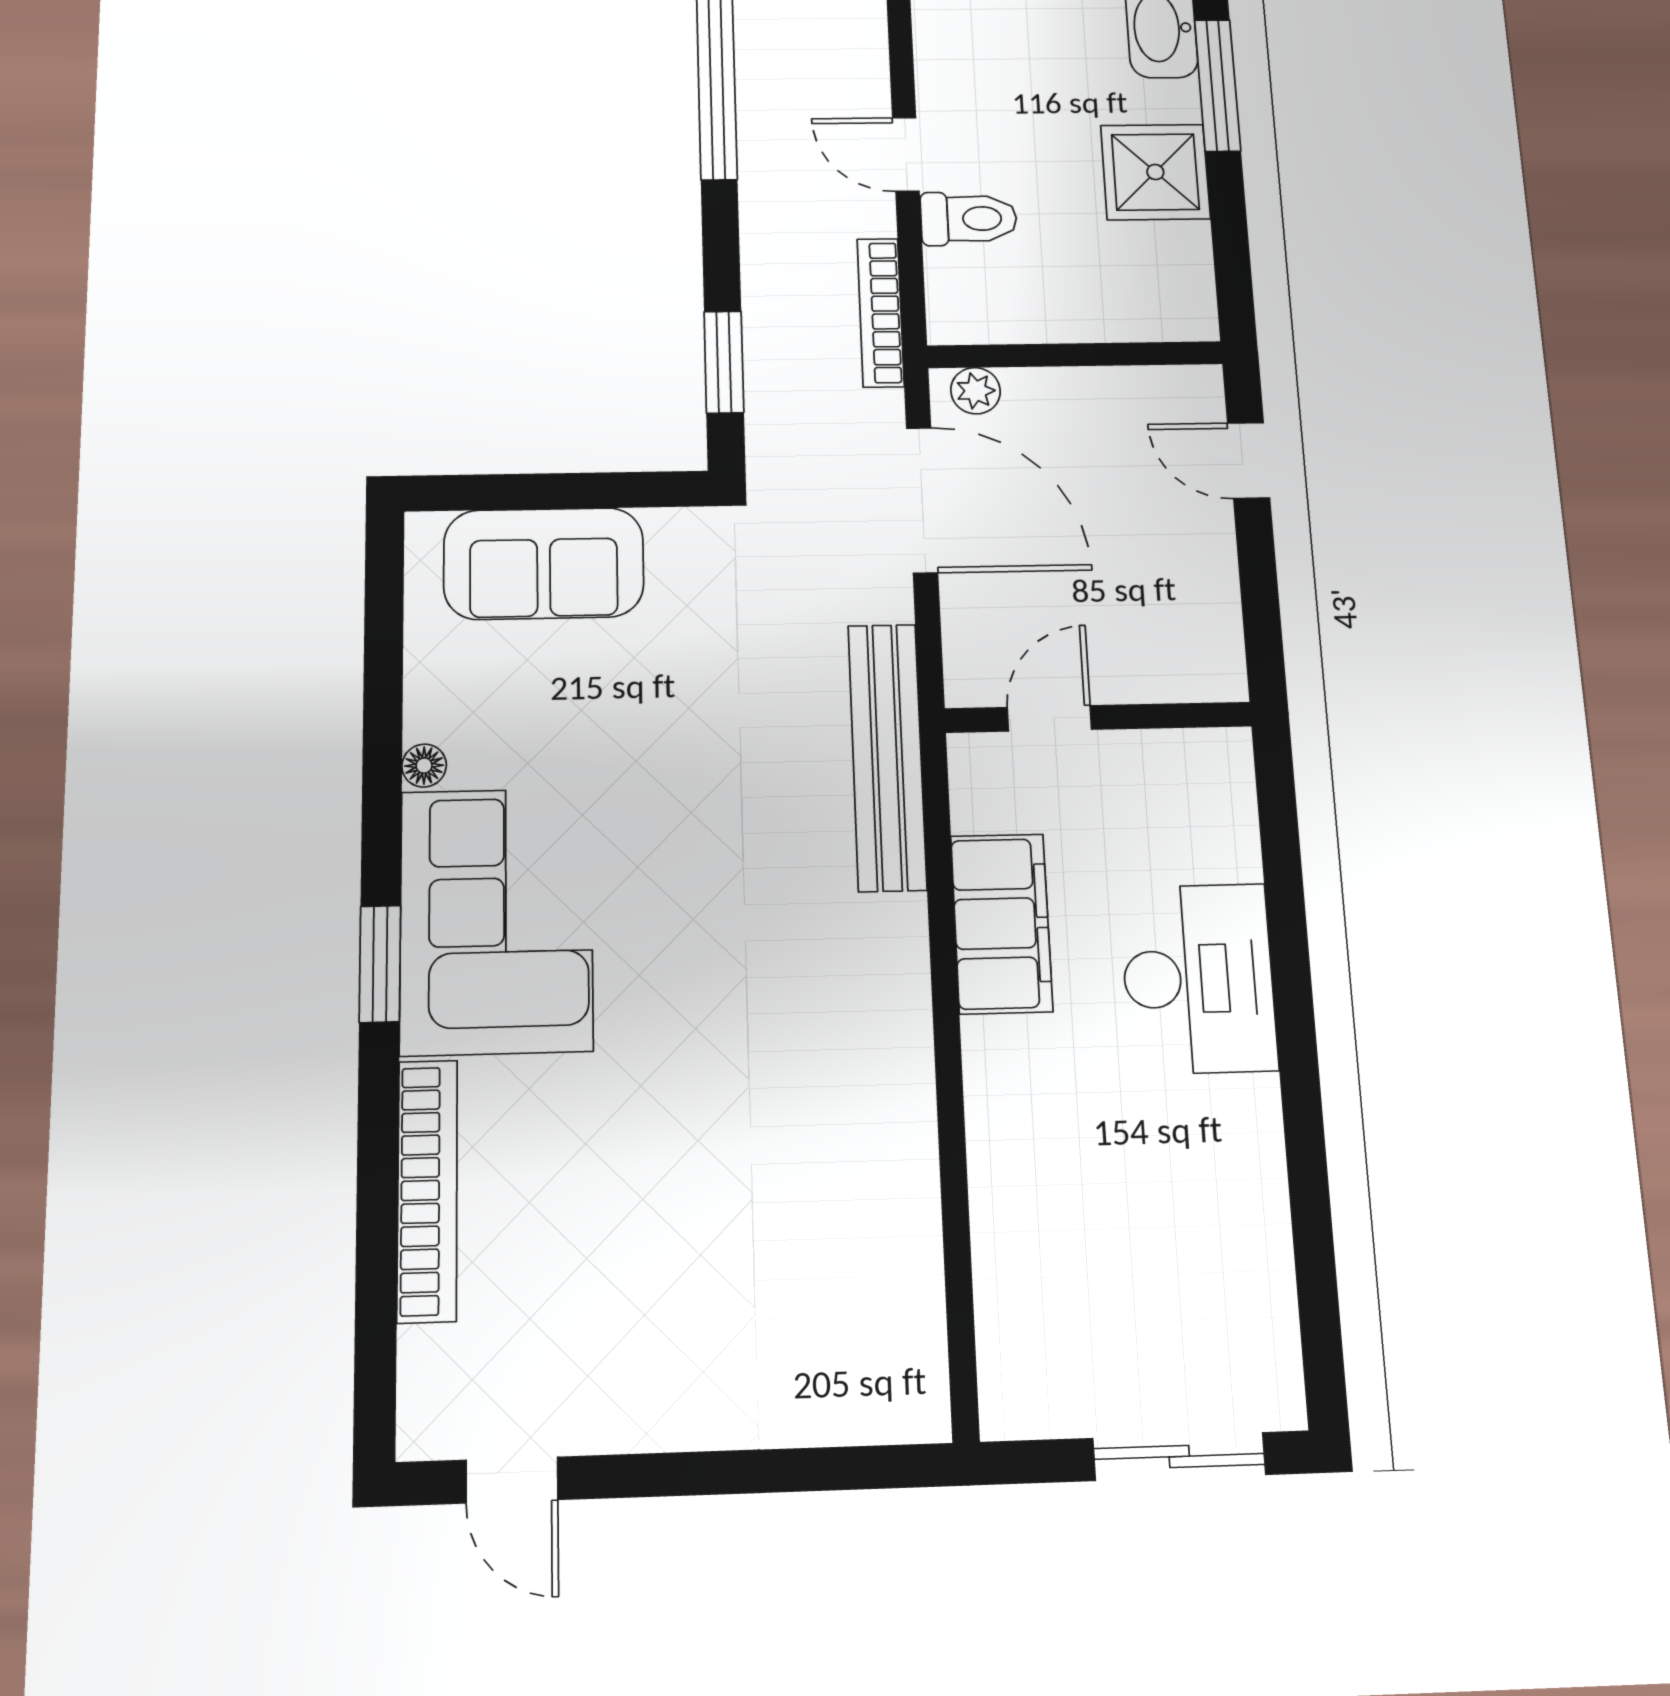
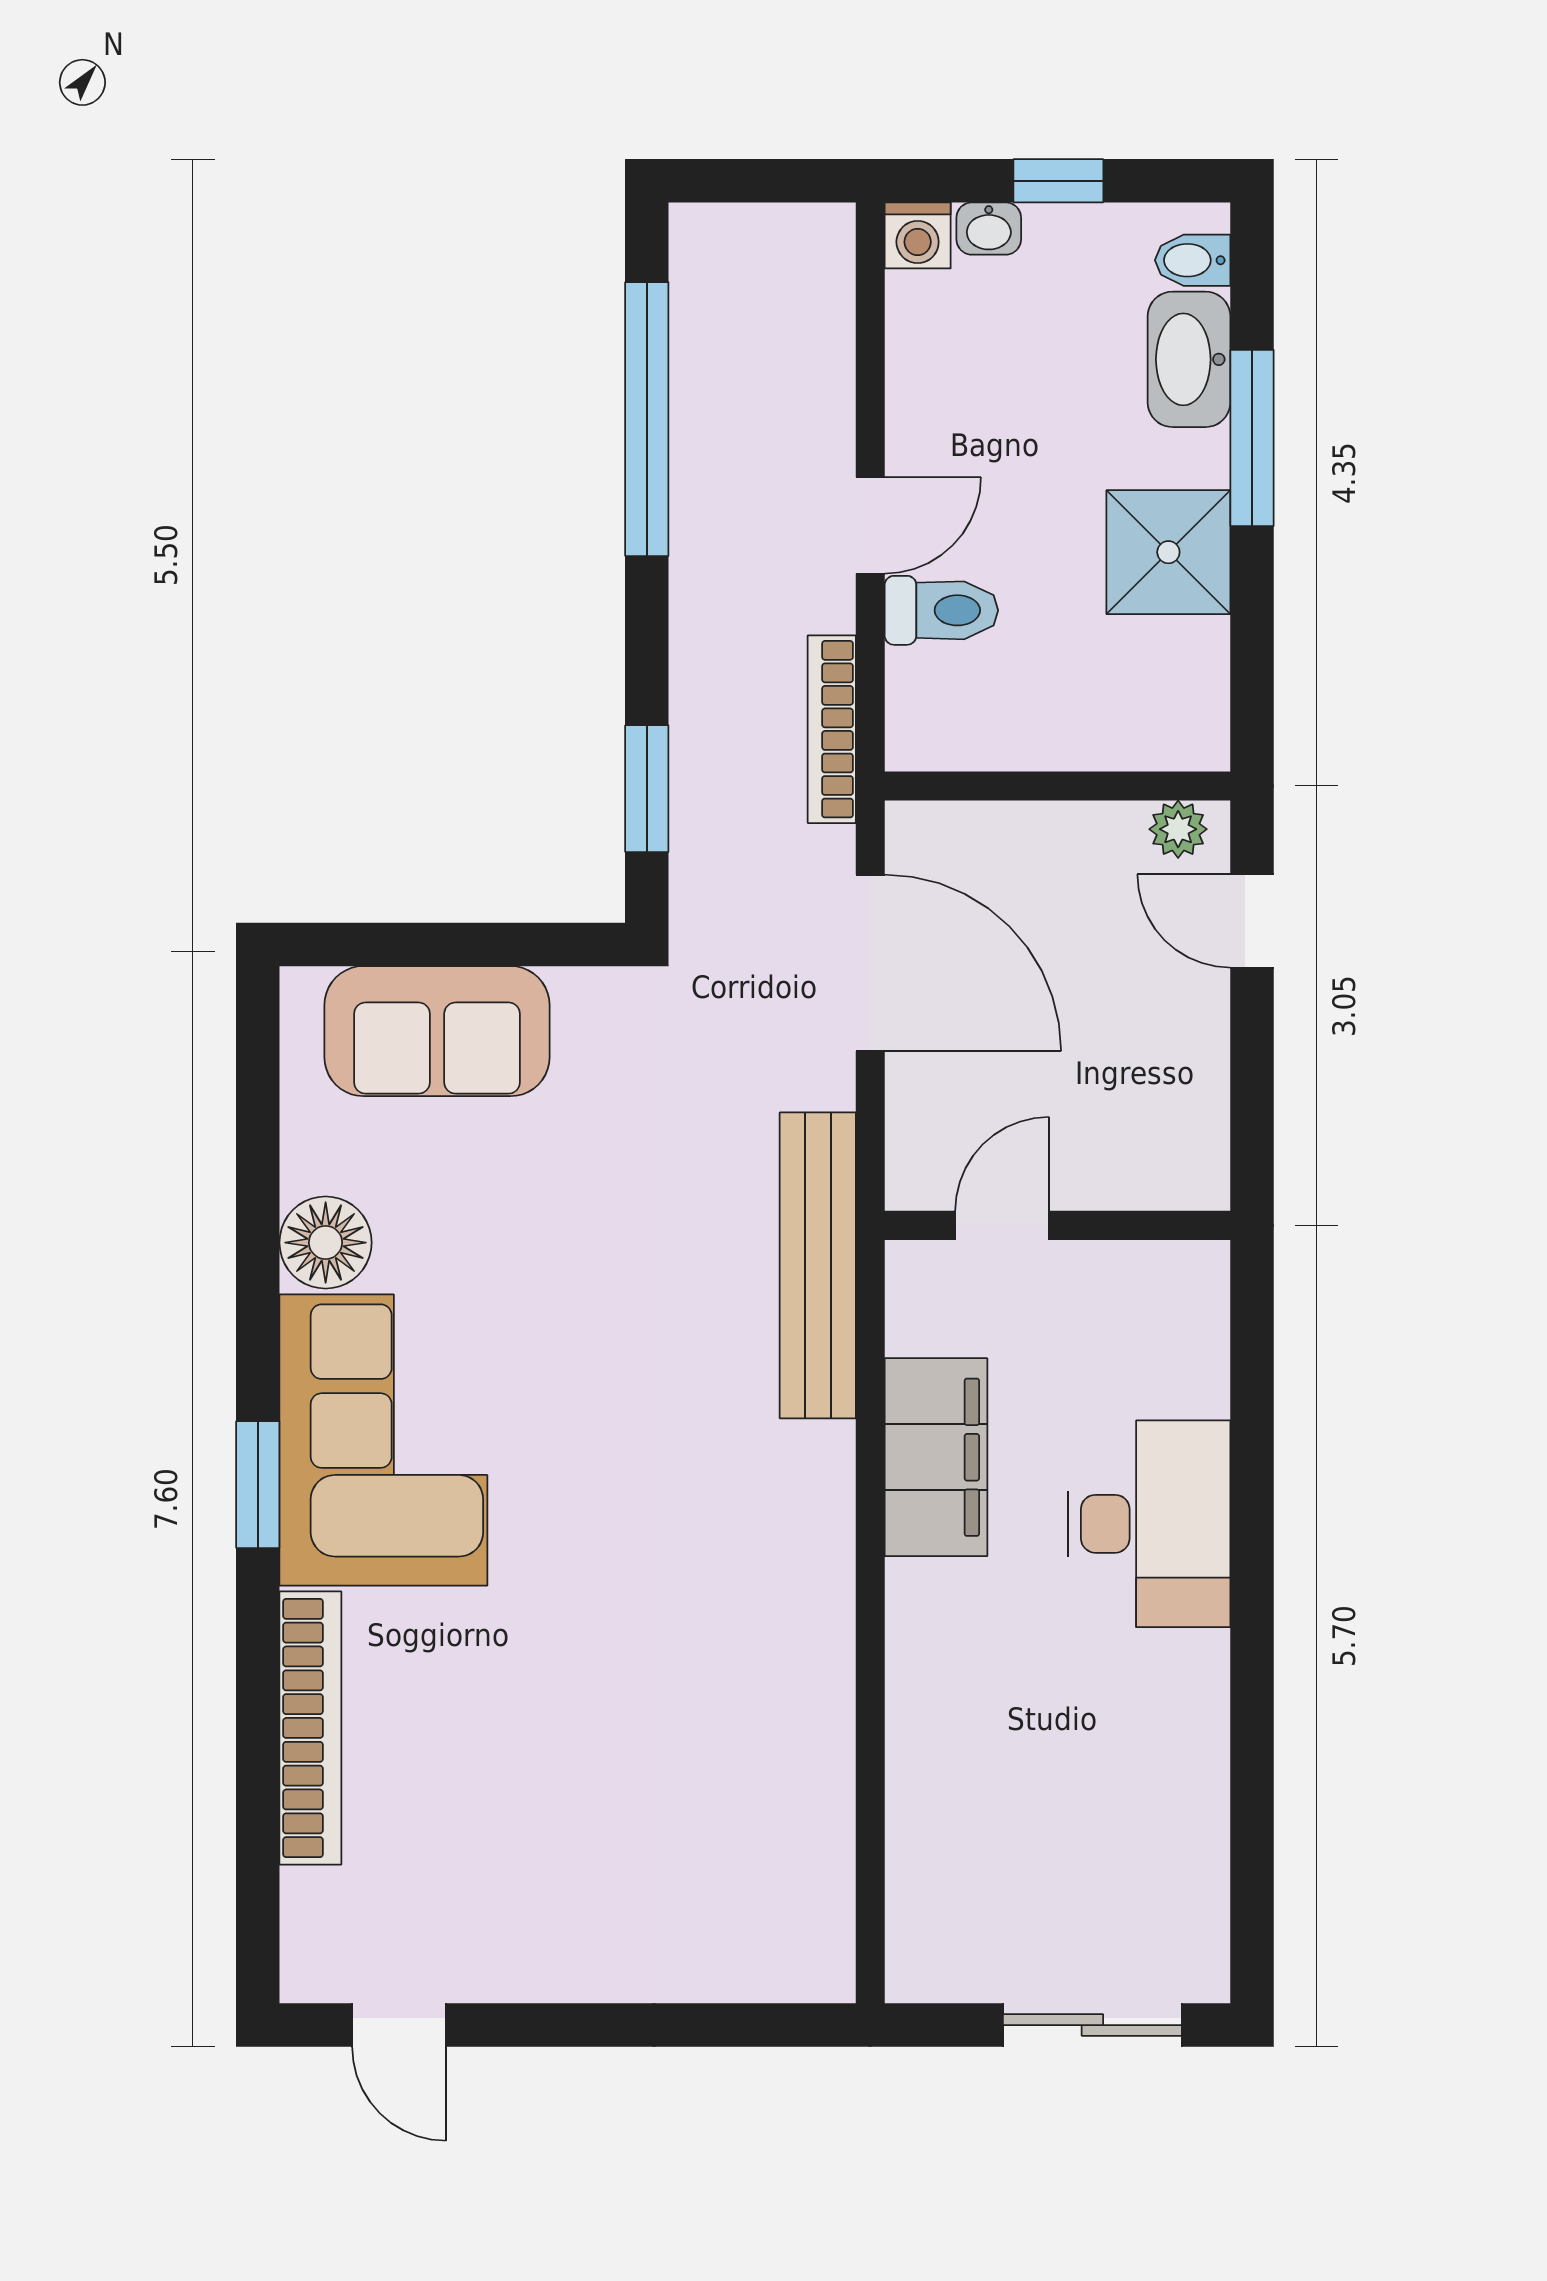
door: (906, 154) -> (870, 525), swing flipped
plant: (976, 391) -> (1178, 829), moved
floor lamp: (424, 766) -> (326, 1243), width x1.89, depth x1.89

